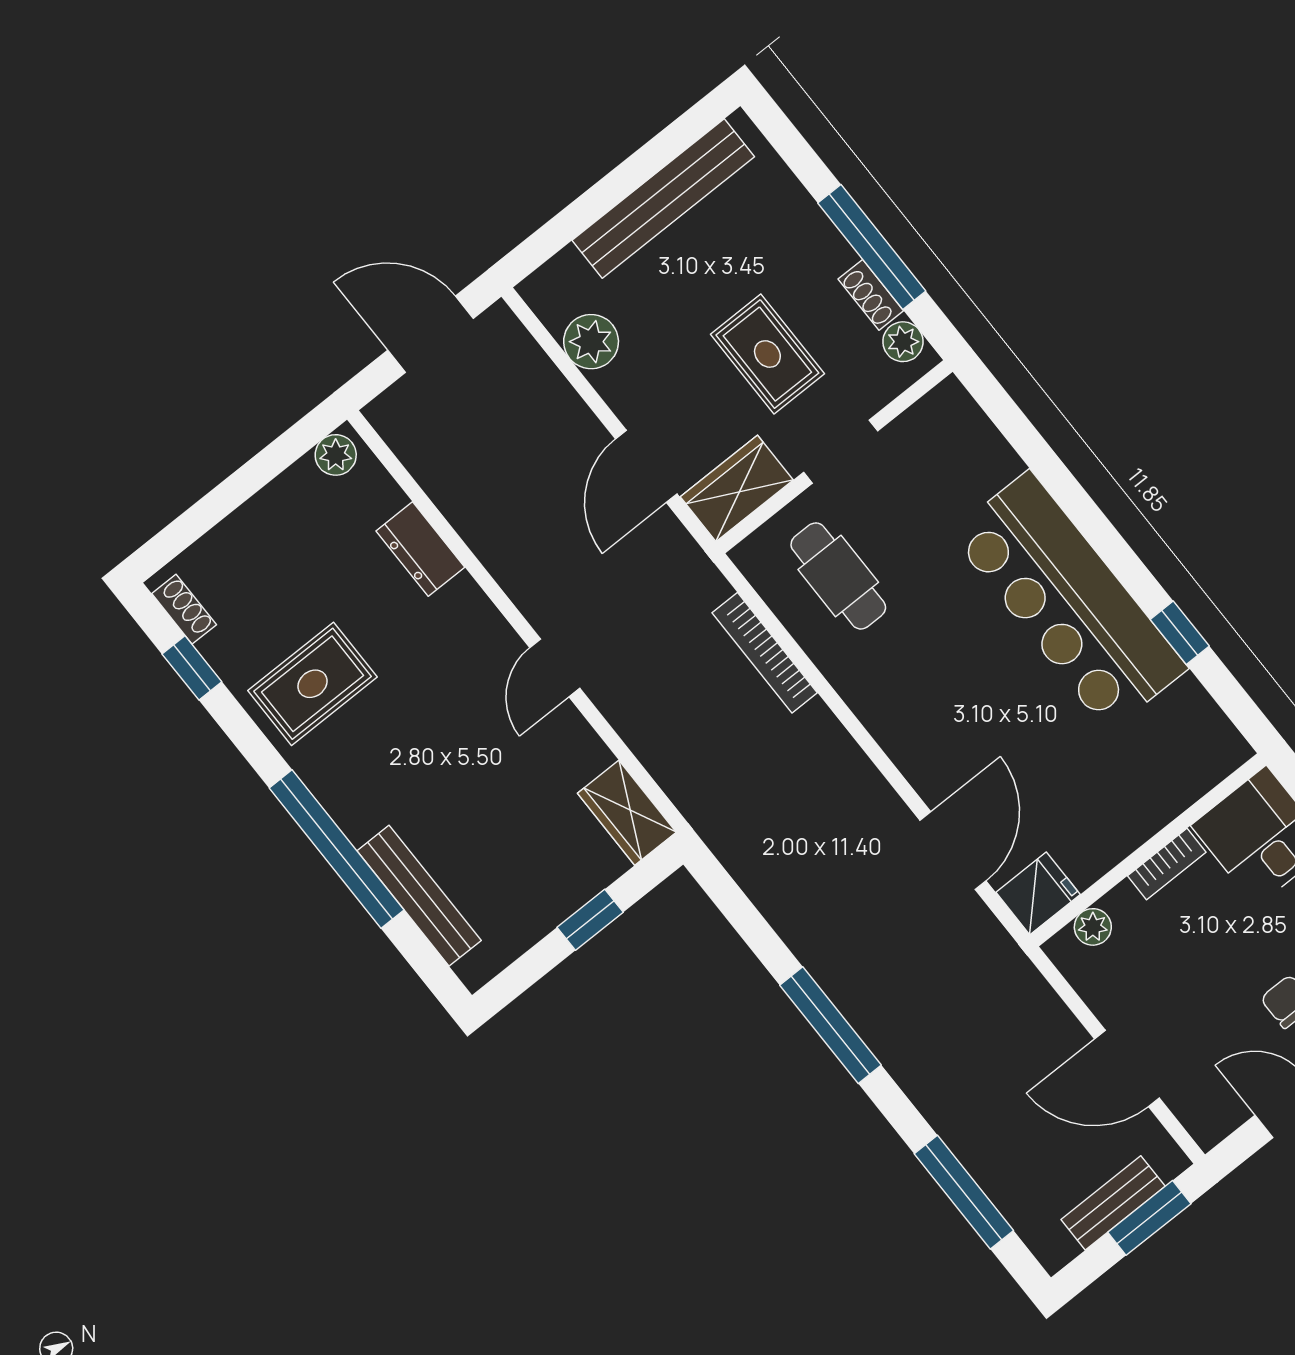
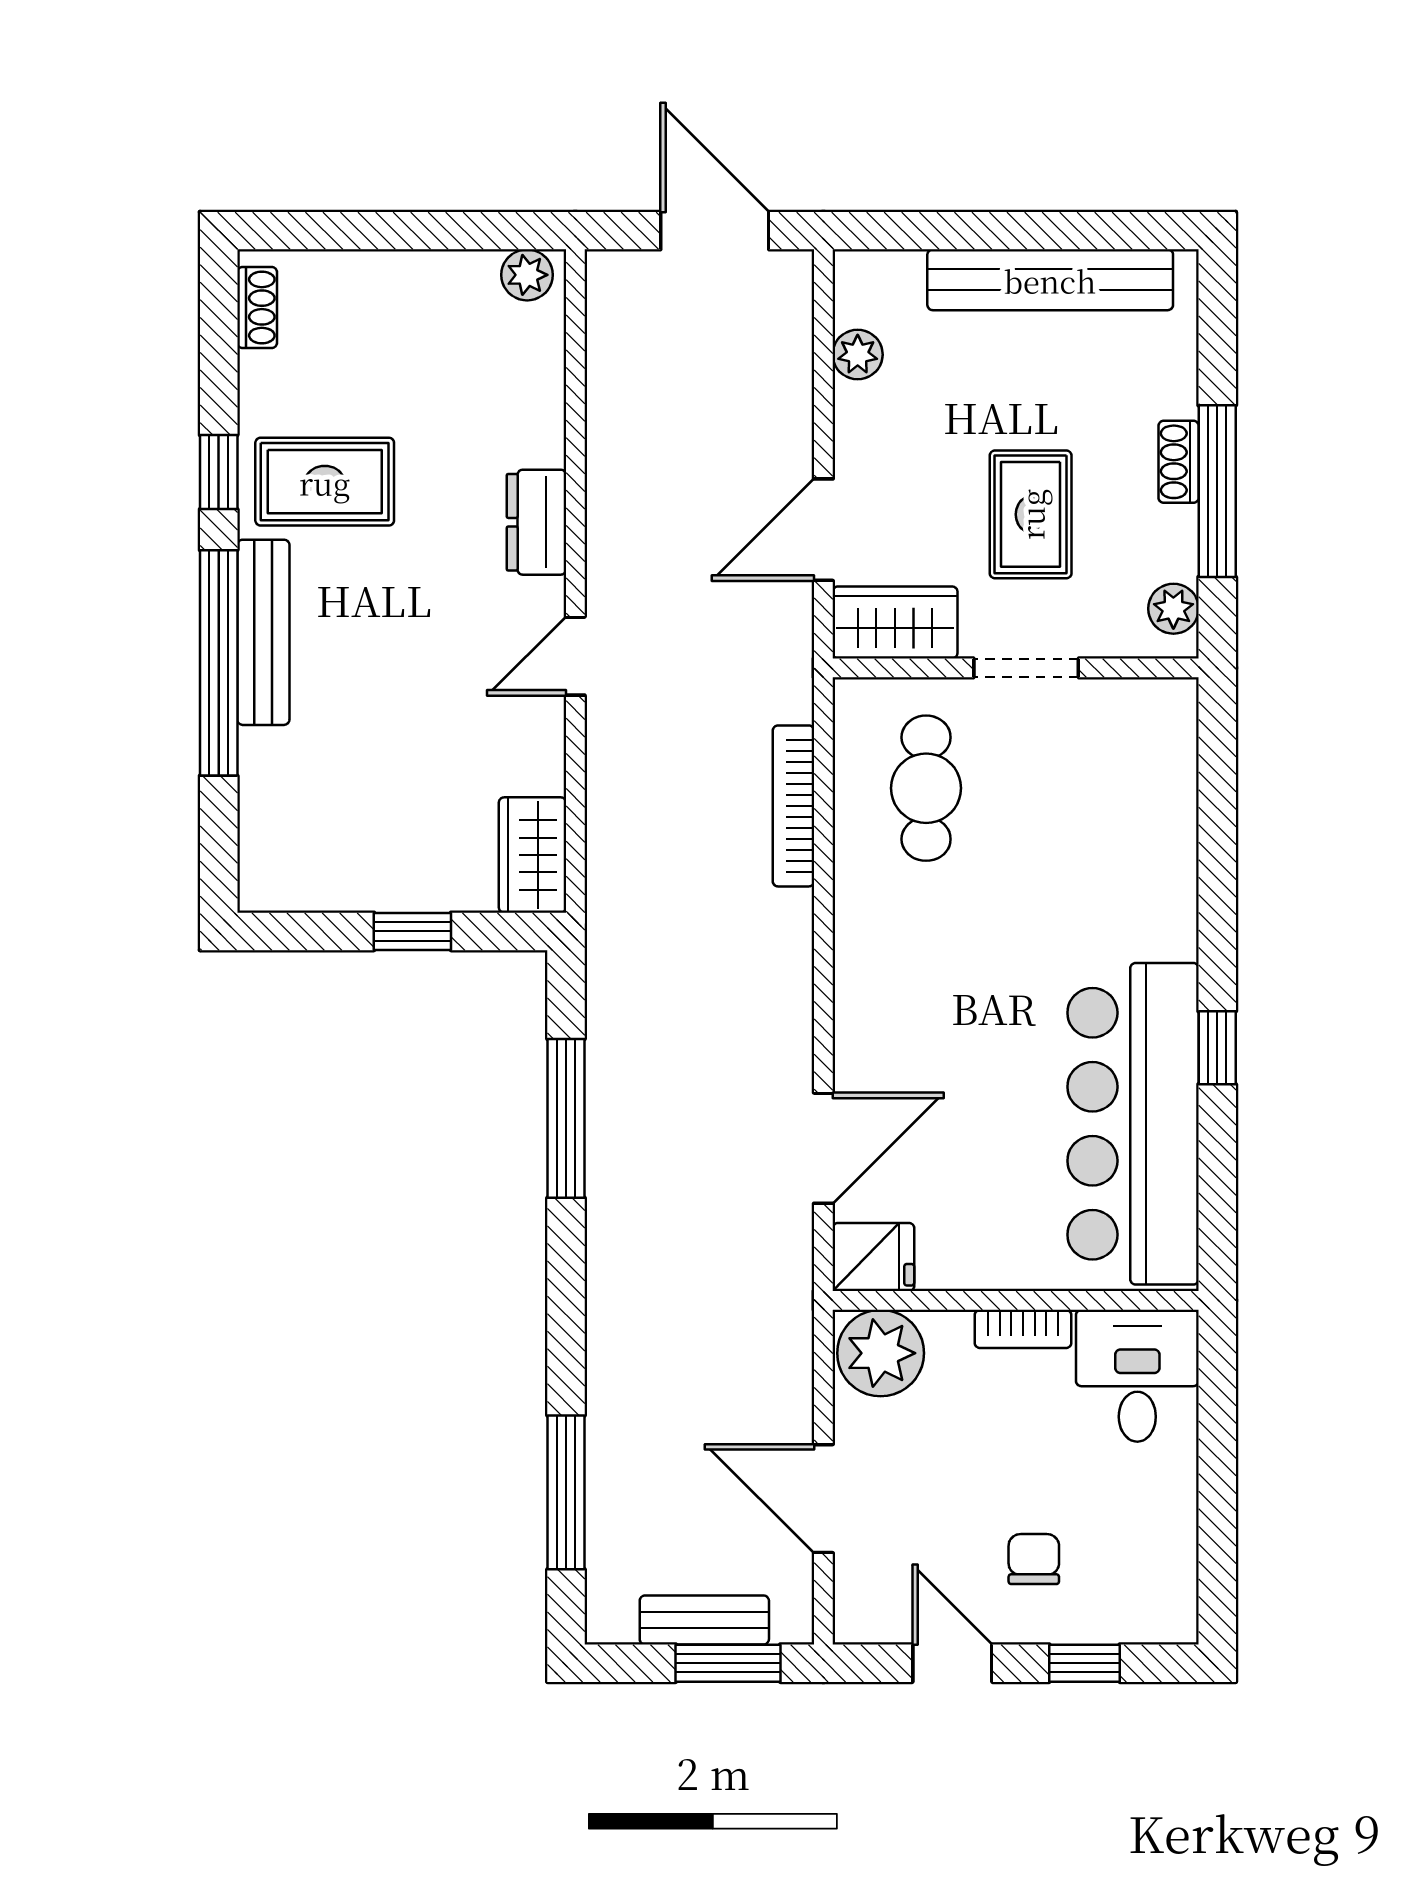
shoe rack: (871, 295) -> (1179, 462), moved
plant: (591, 342) -> (858, 355), width x0.73, depth x0.73
dresser: (420, 549) -> (536, 522), moved
bar counter: (1069, 601) -> (1133, 1124), moved
window: (1180, 633) -> (1217, 1048), moved
window: (192, 668) -> (219, 472), moved
bench: (419, 896) -> (263, 632), moved
plant: (1093, 927) -> (881, 1353), width x1.87, depth x1.87
window: (830, 1025) -> (566, 1118), moved

